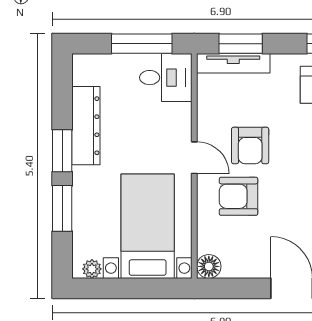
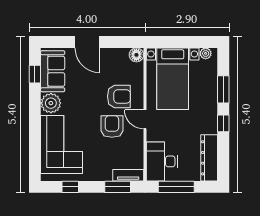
tv unit: (233, 63) -> (128, 175), width x0.71
desk: (166, 78) -> (162, 161), width x1.37
dresser: (86, 126) -> (209, 158), moved
window: (62, 151) -> (223, 123), width x0.67

